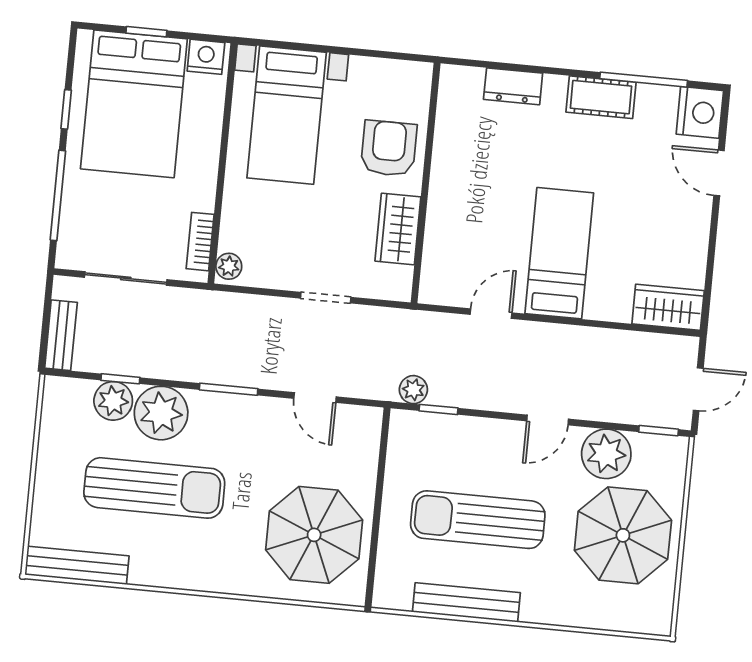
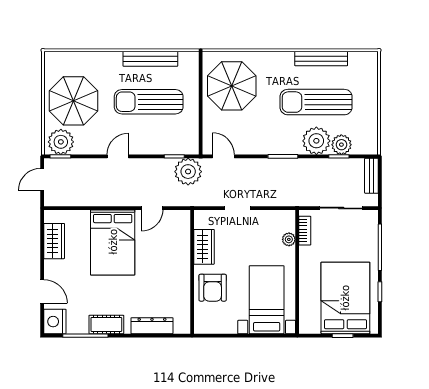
nightstand: (206, 57) -> (311, 326), removed
dresser: (513, 86) -> (152, 326), width x1.44
bed: (559, 253) -> (113, 242), width x1.50
plant: (229, 266) -> (289, 239), moved
wardrobe: (668, 307) -> (54, 241), moved, turned -90
plant: (413, 390) -> (188, 172), width x1.87, depth x1.87
door: (315, 398) -> (223, 156), moved
plant: (606, 454) -> (61, 142), moved
sun lounger: (478, 520) -> (149, 102), turned 180
bench: (77, 565) -> (321, 59), moved

